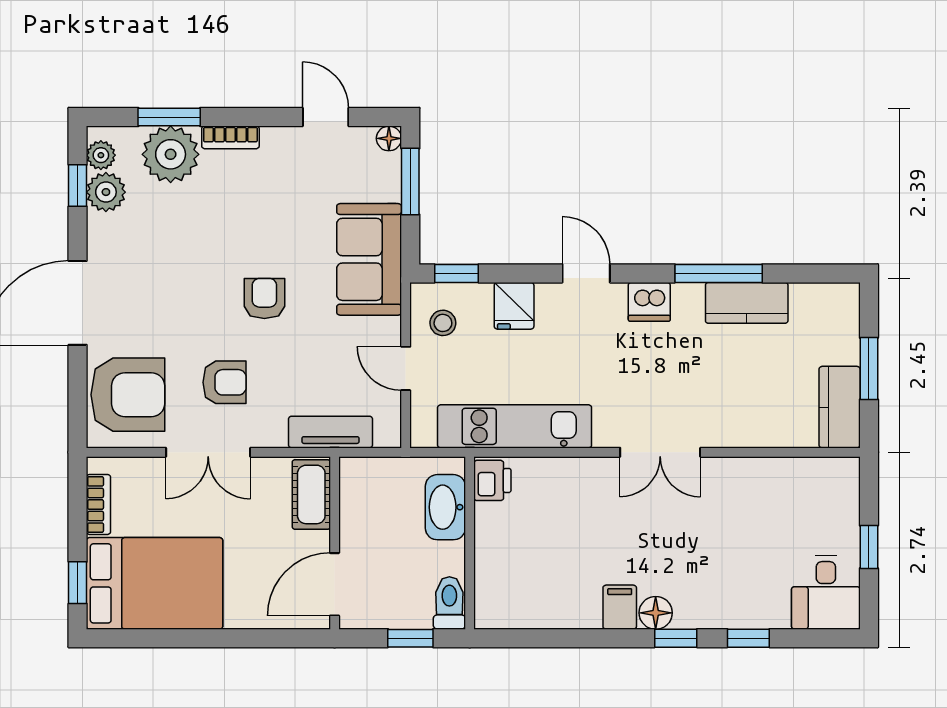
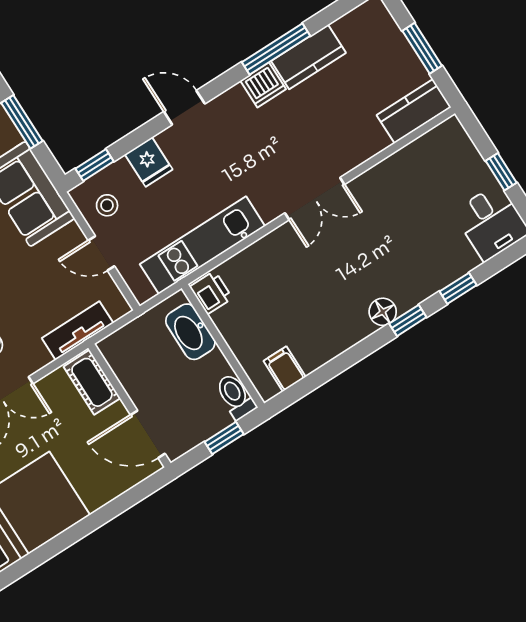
dishwasher: (649, 302) -> (263, 85), moved
kitchen counter: (840, 407) -> (414, 111), moved, turned 90
door: (335, 584) -> (148, 434), hinge flipped
filing cabinet: (620, 607) -> (285, 369), moved

